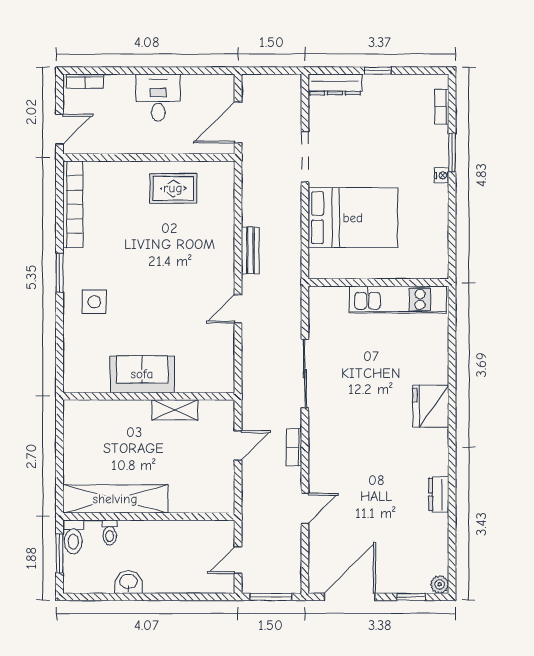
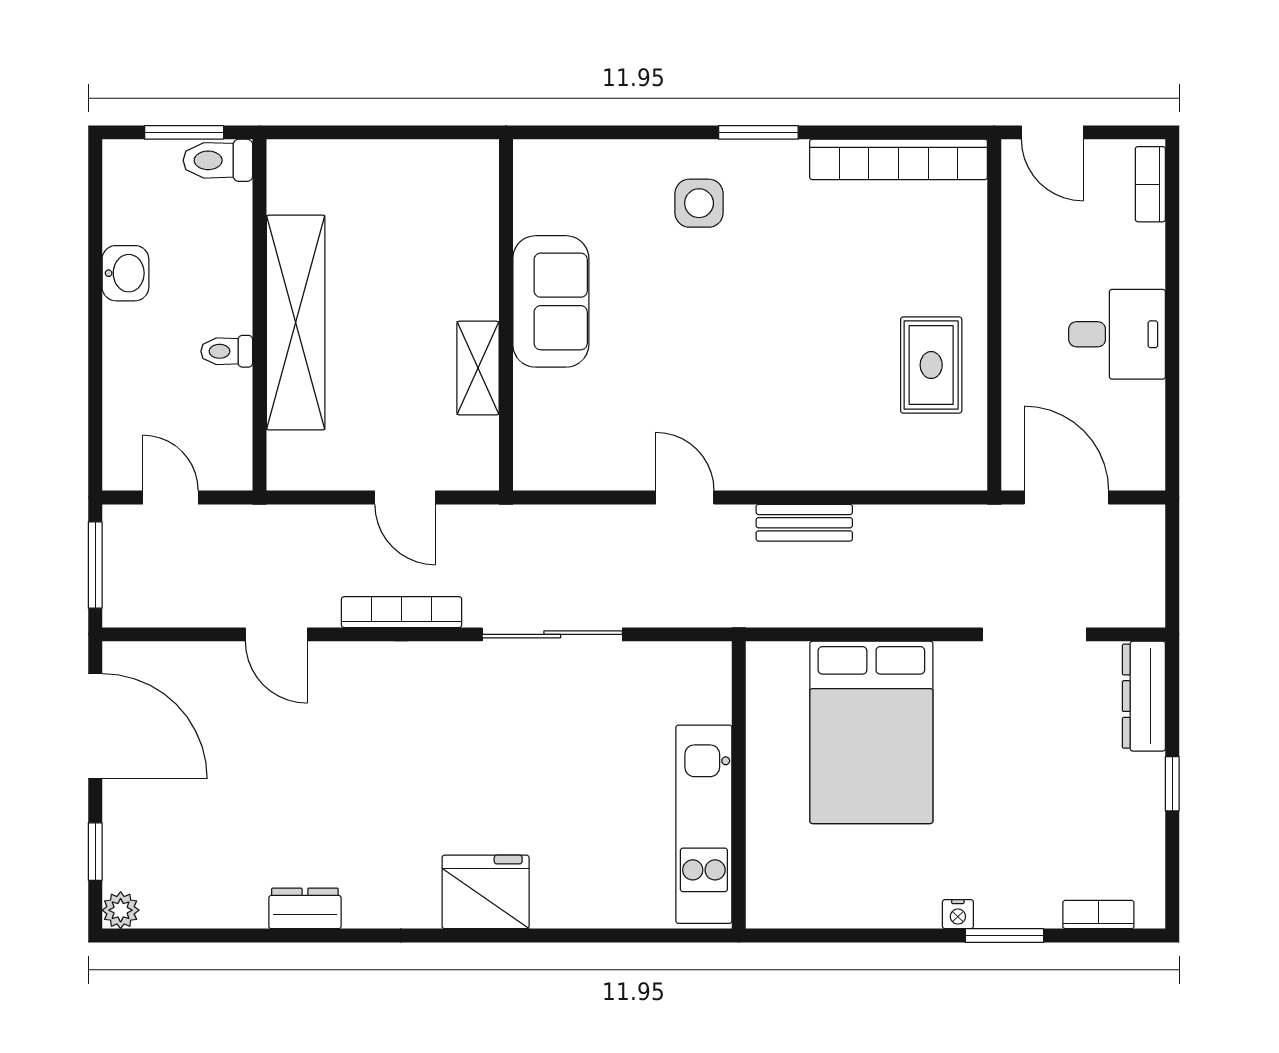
doorway: (305, 157) -> (1034, 634), moved
bookcase: (294, 447) -> (402, 612), width x1.56
shelving: (115, 499) -> (296, 323), moved
toilet: (110, 533) -> (227, 351), moved

